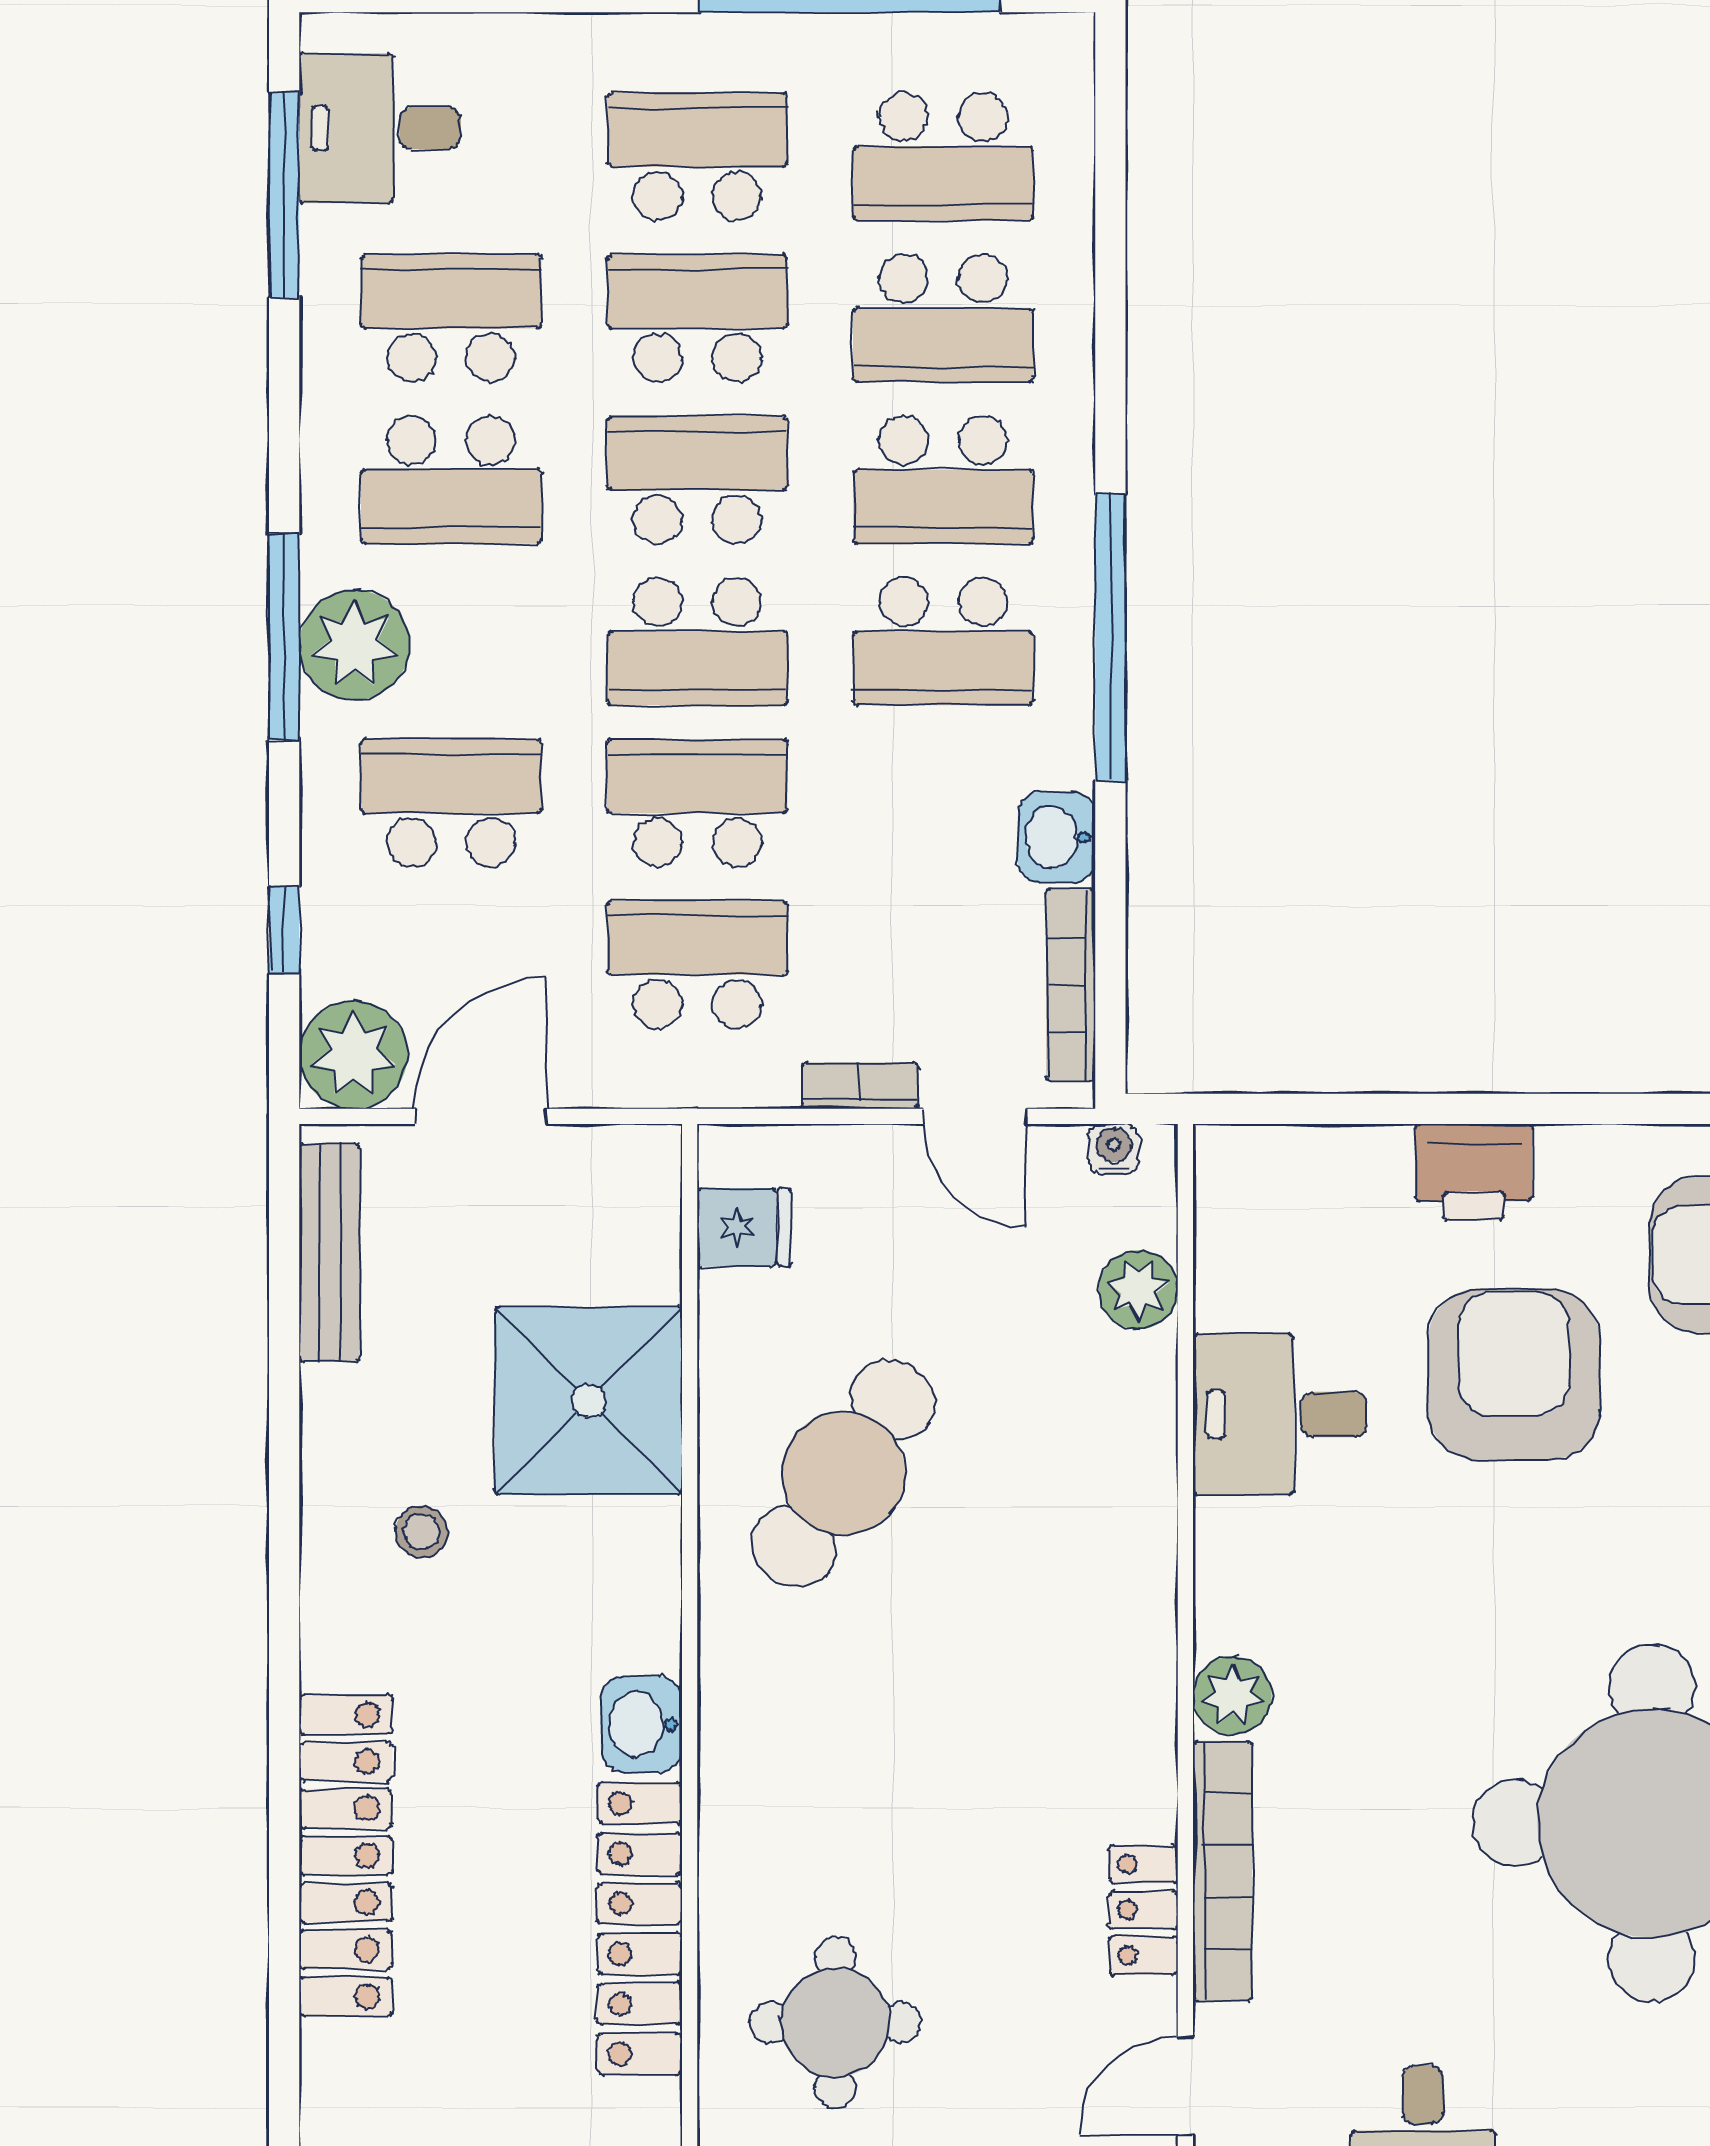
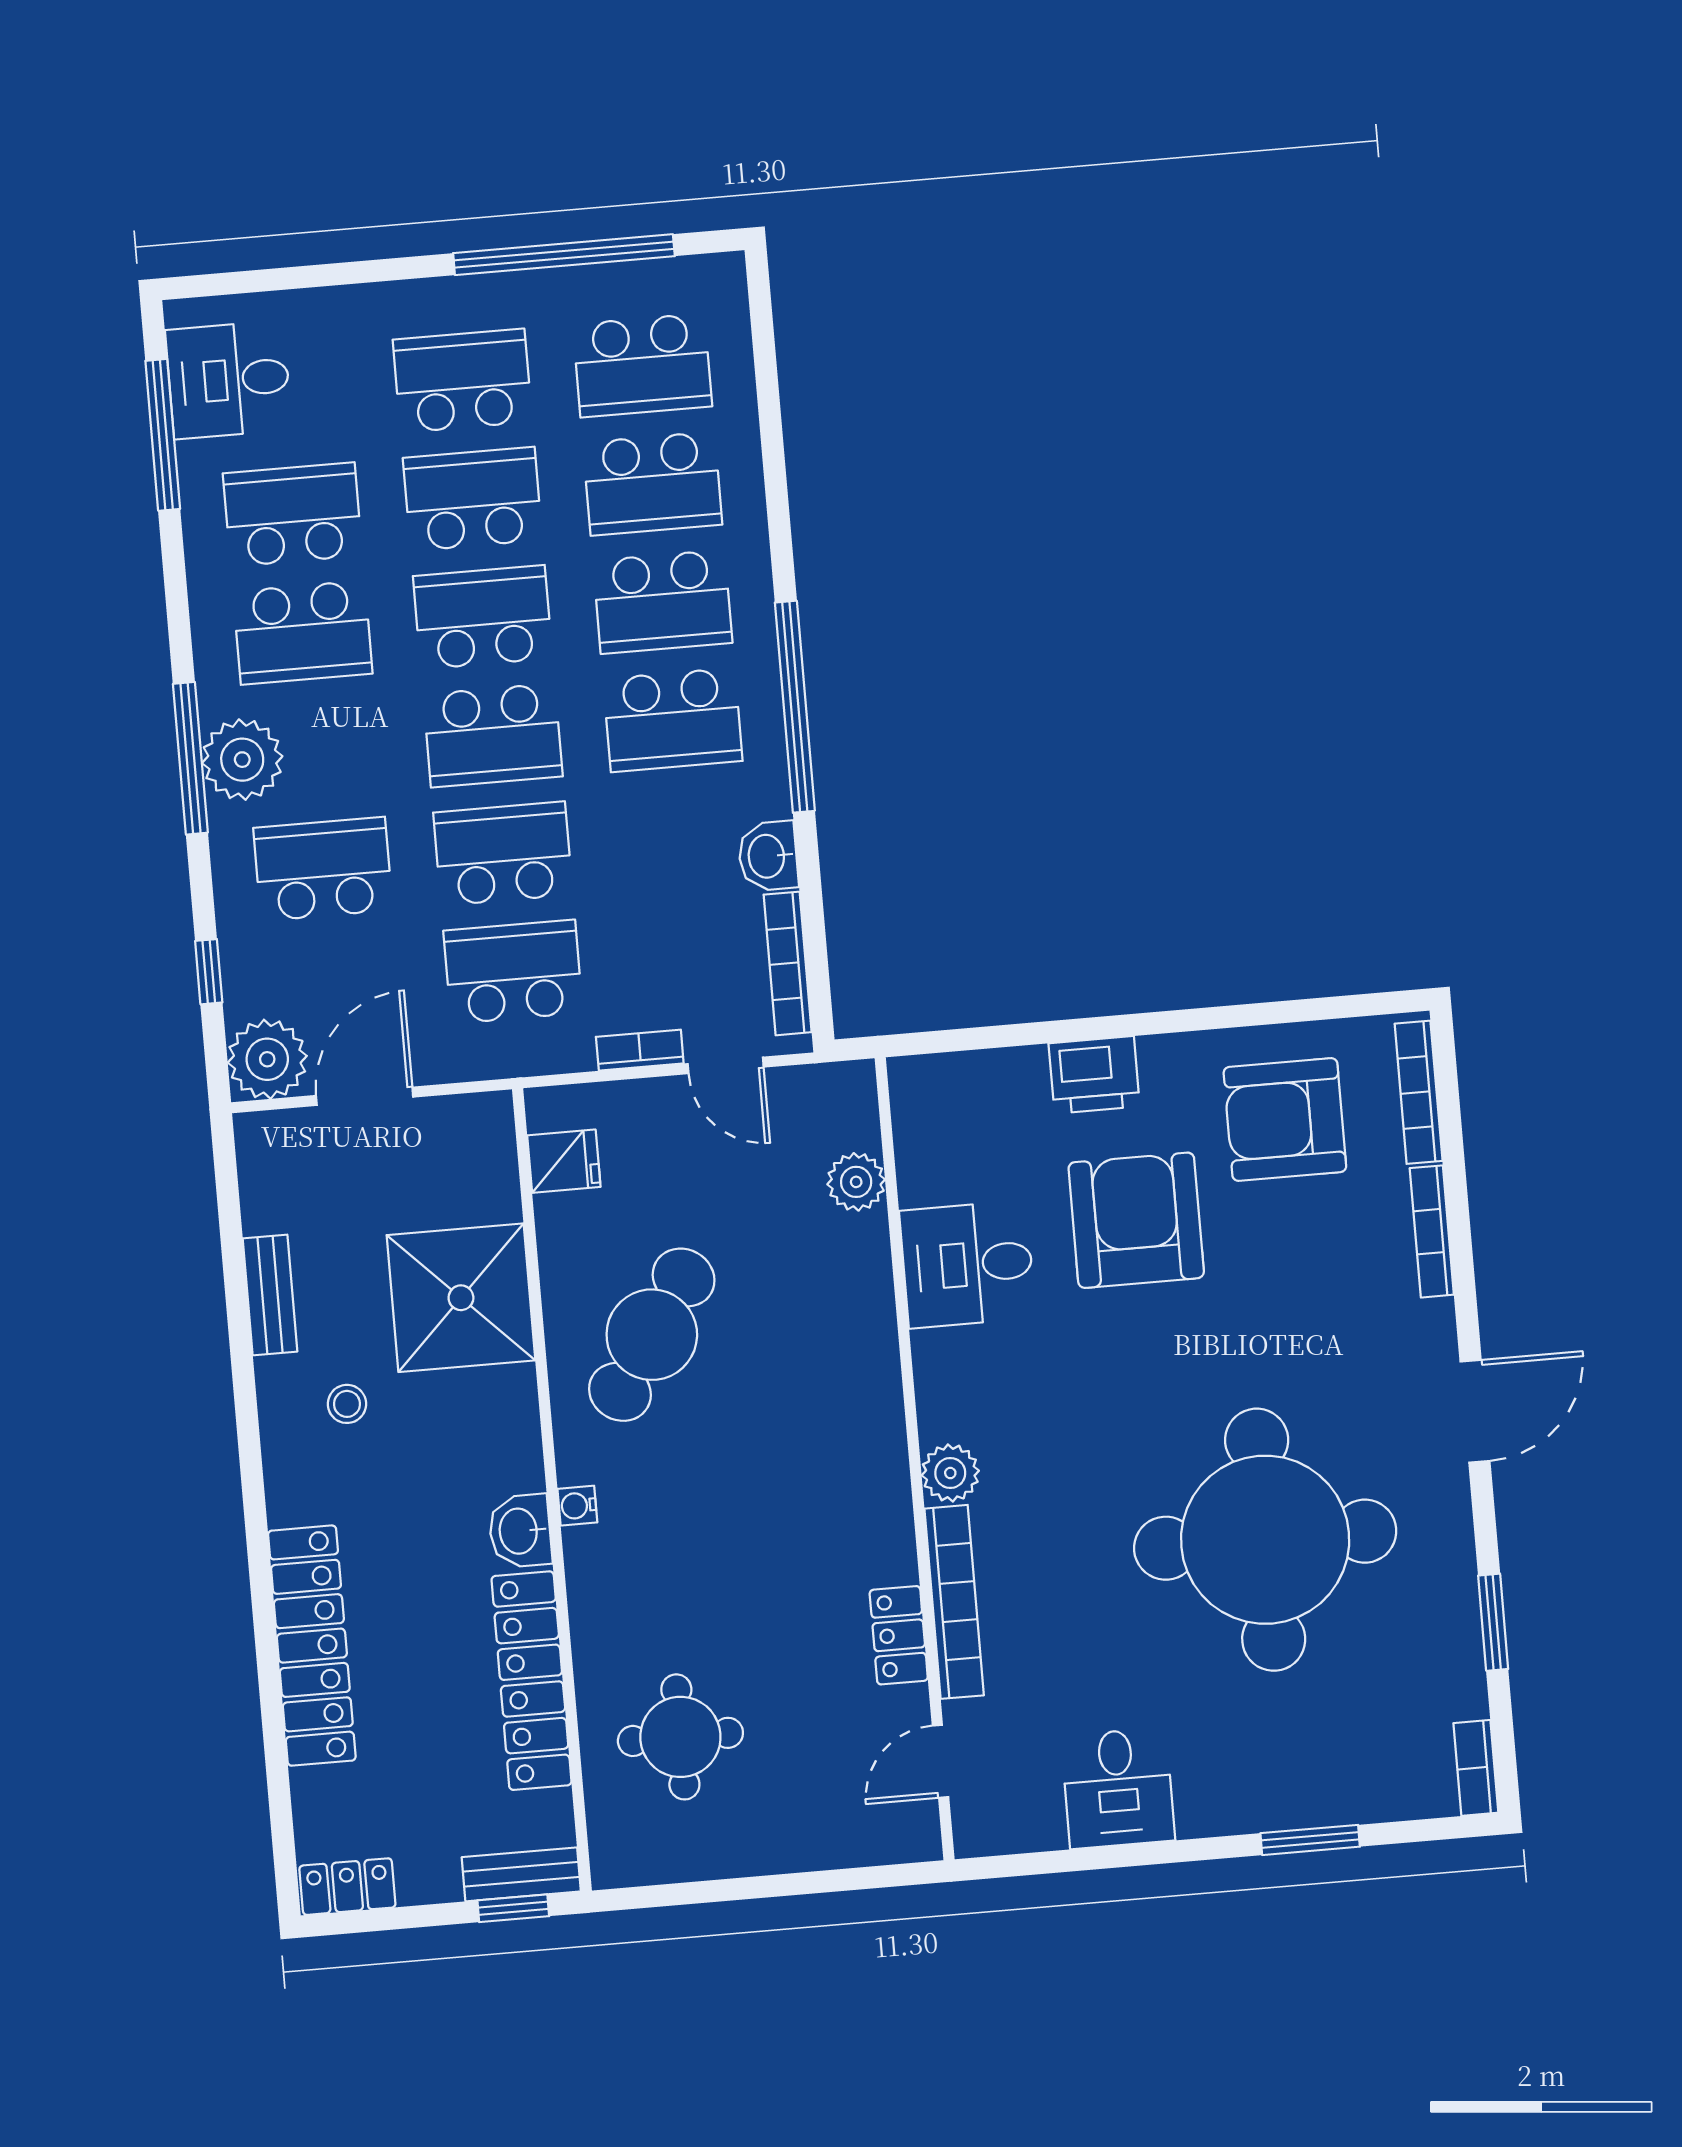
water cooler: (1114, 1149) -> (577, 1506), moved, turned -90
bench: (330, 1253) -> (270, 1295), moved, width x0.73

